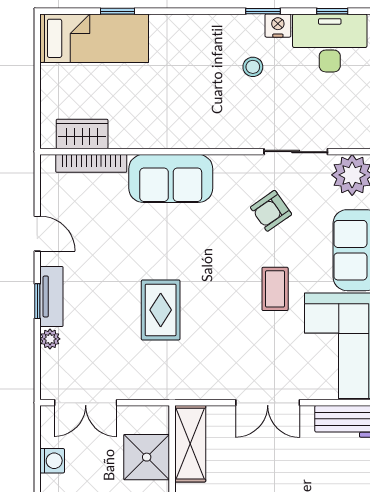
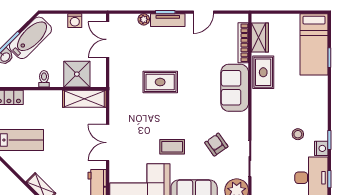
rug: (143, 128) -> (263, 72), added

